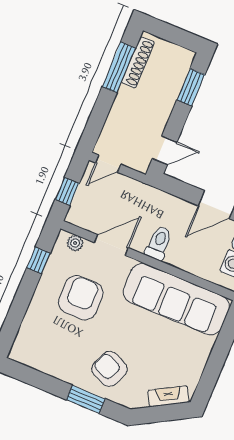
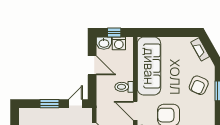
window: (191, 87) -> (50, 104), moved
door: (165, 150) -> (76, 104), hinge flipped

